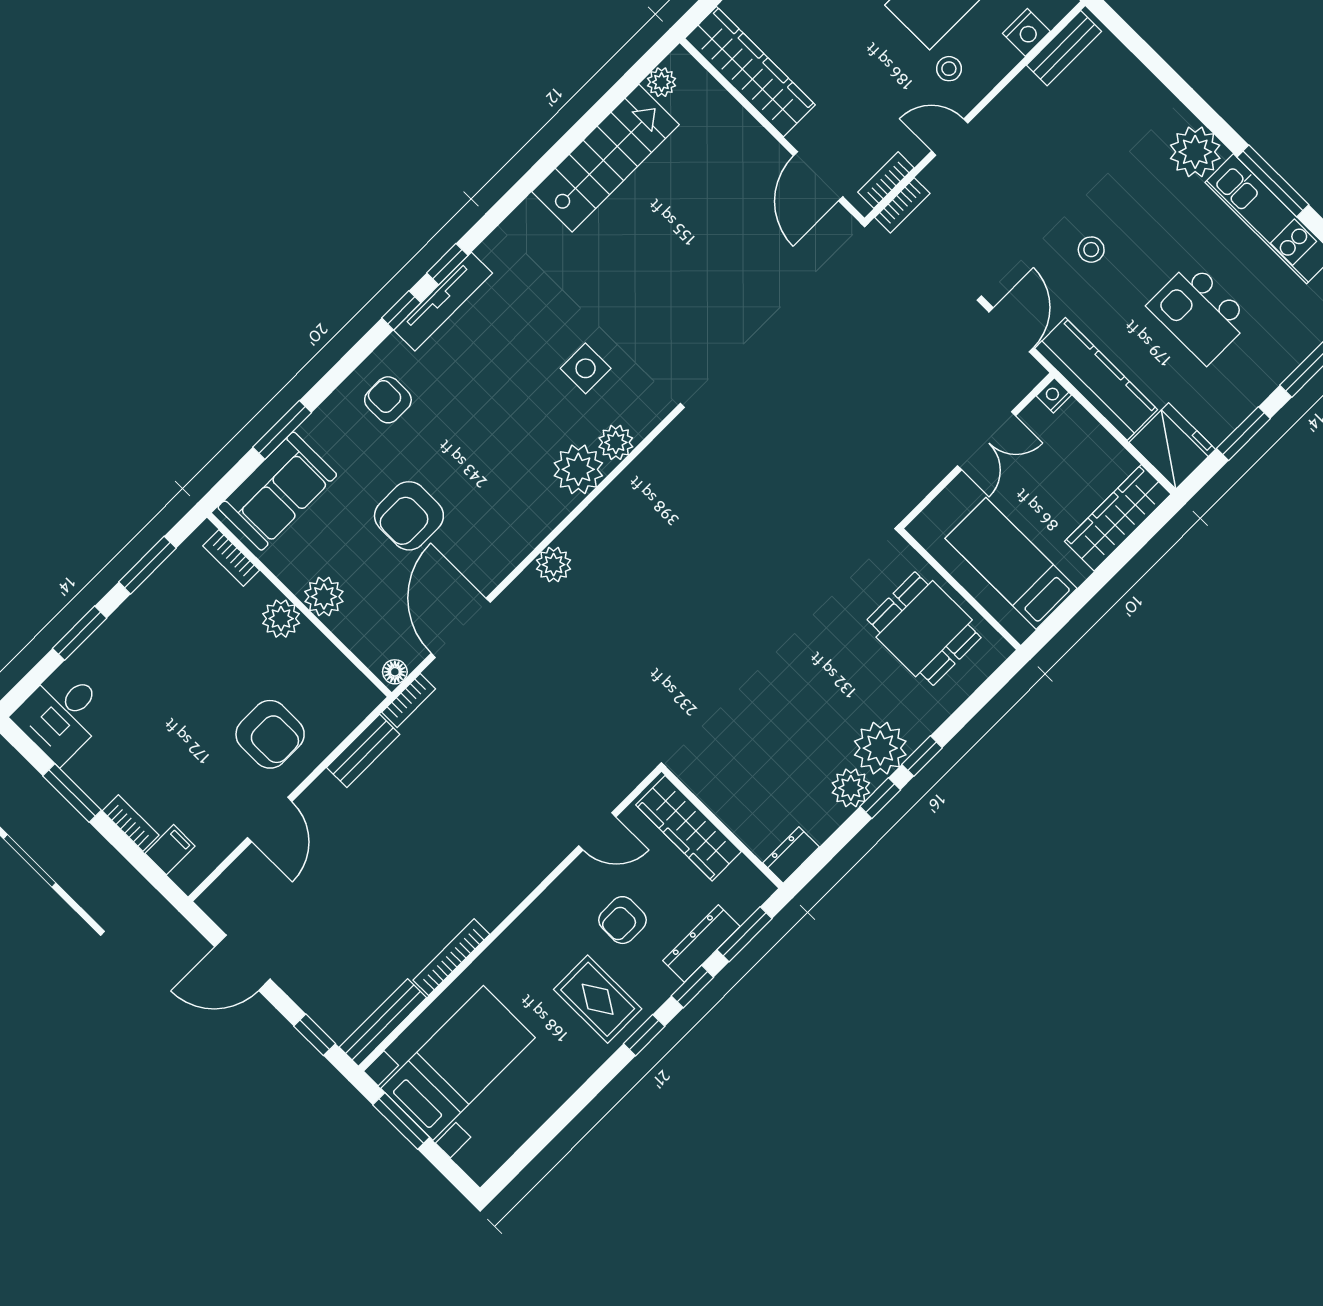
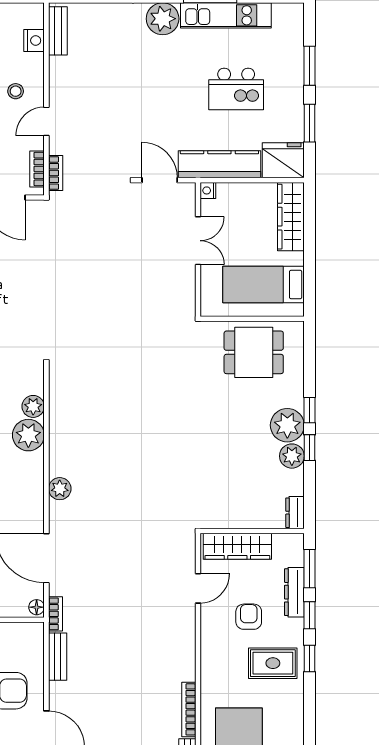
stool: (1091, 250) -> (160, 109), removed
armchair: (623, 920) -> (249, 617), turned 180

